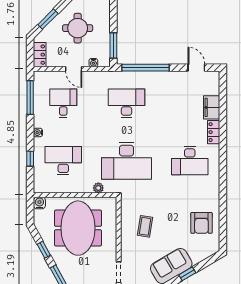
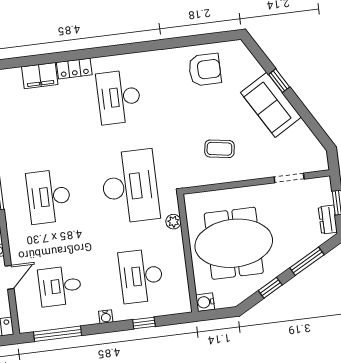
desk: (190, 161) -> (119, 97), turned 180

